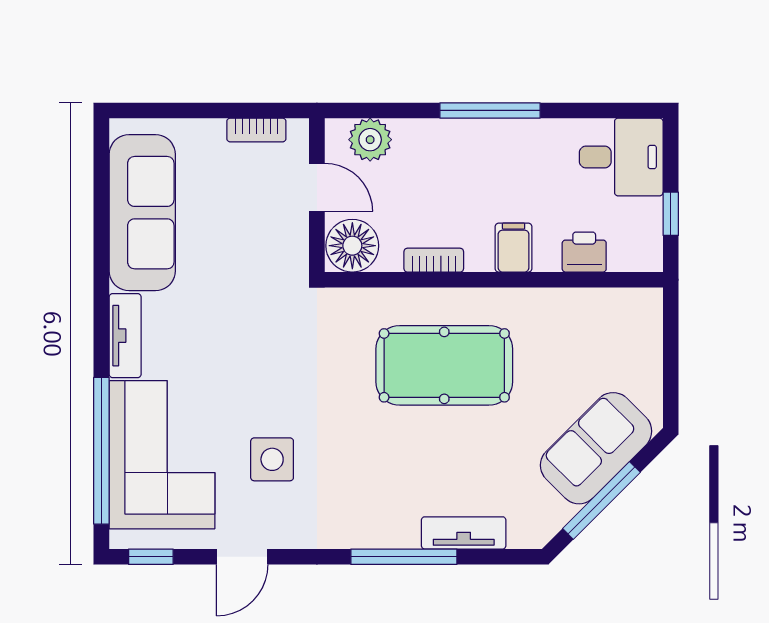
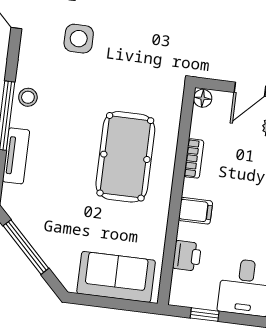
floor lamp: (352, 246) -> (203, 98), width x0.53, depth x0.53
sofa: (596, 448) -> (116, 277), moved, turned -45
stool: (372, 526) -> (28, 97), added

